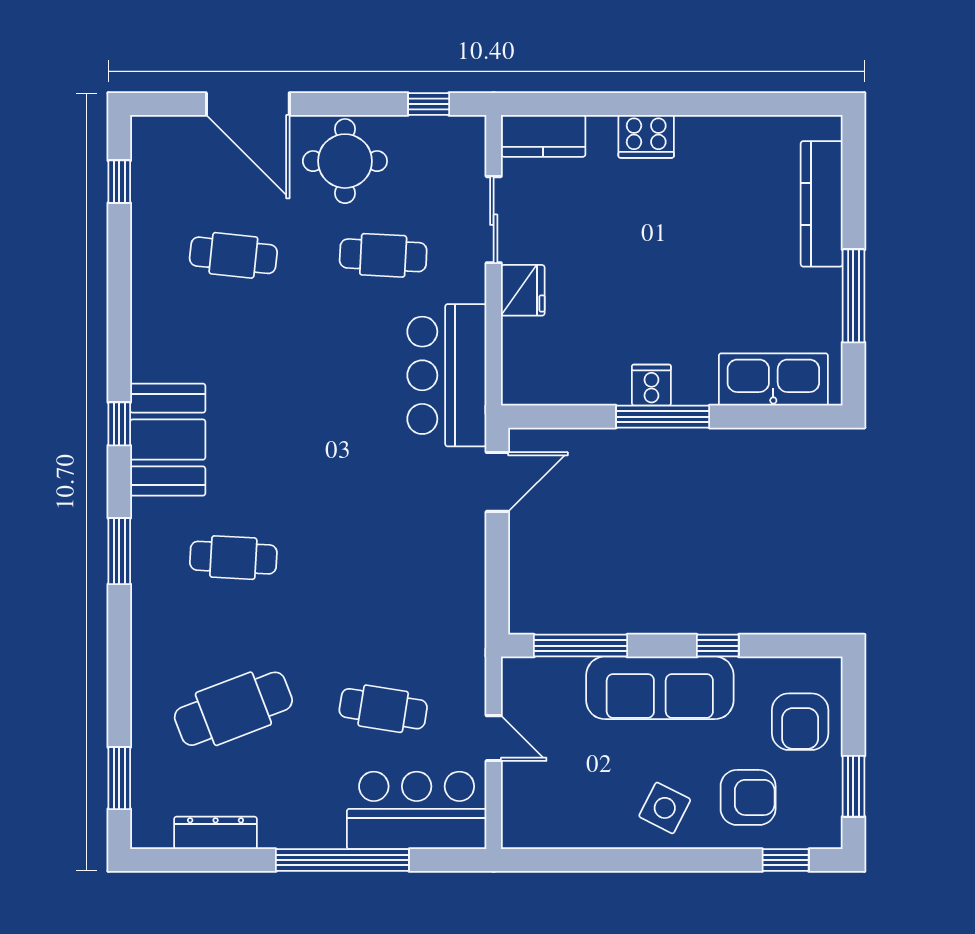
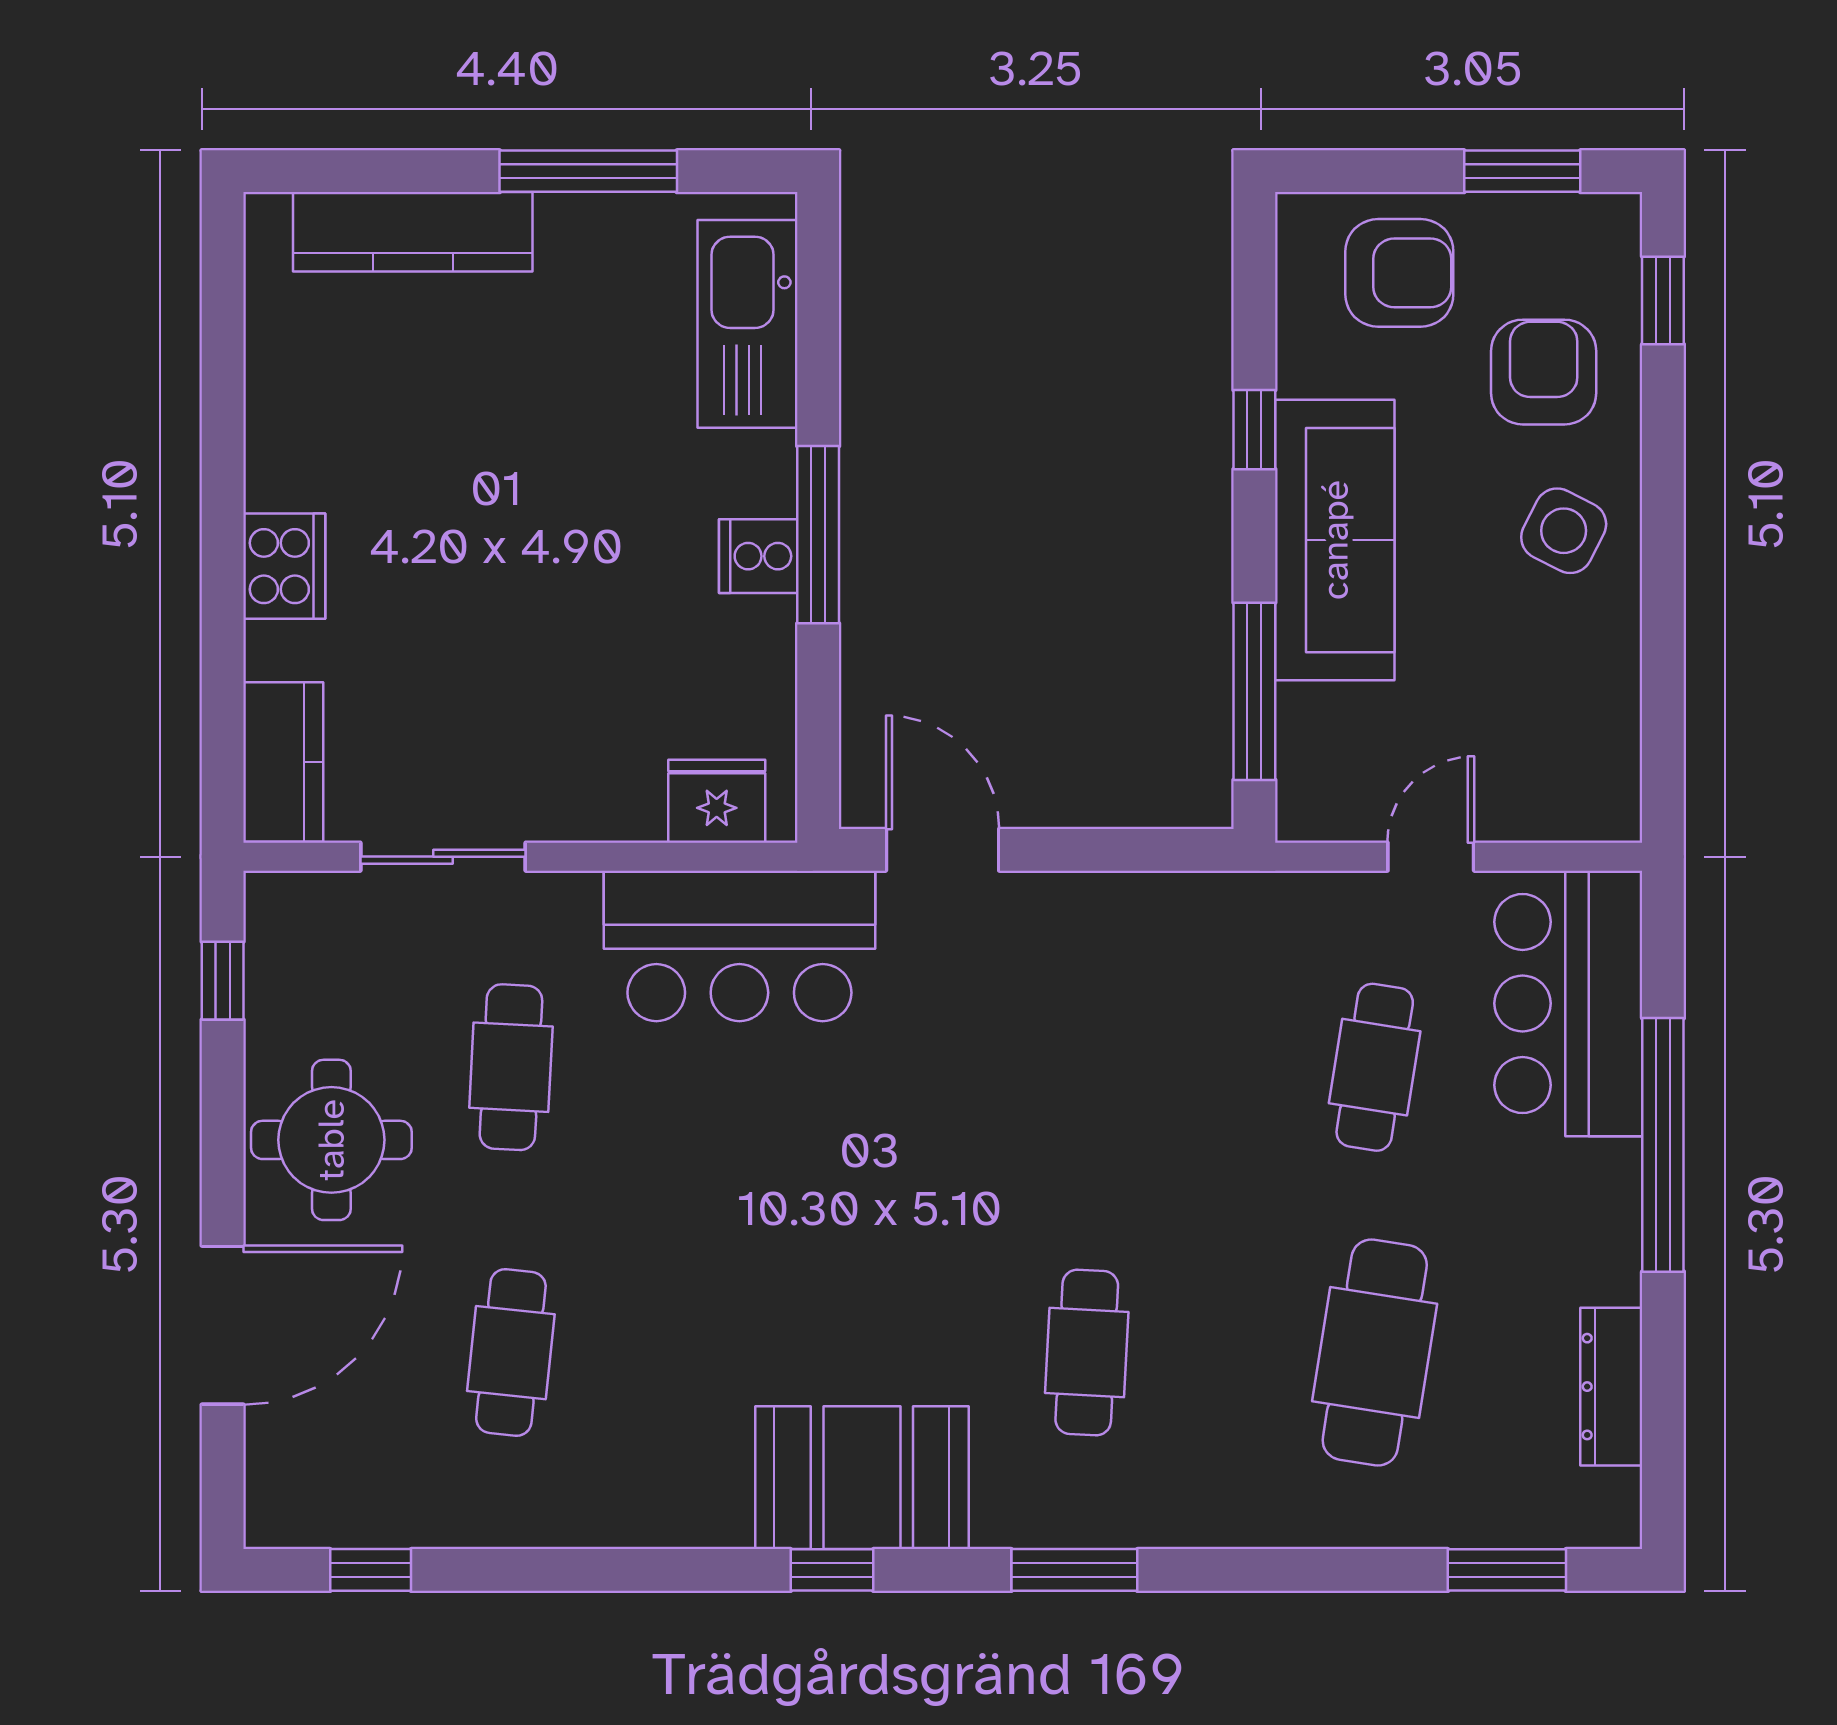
fridge: (523, 290) -> (717, 801), moved
cafe table: (233, 709) -> (1375, 1353), turned 30

